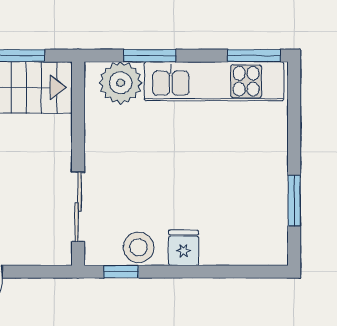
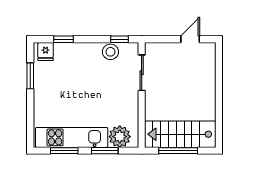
window: (254, 56) -> (64, 151), moved
fridge: (184, 248) -> (46, 52), moved
window: (230, 272) -> (63, 39), added

